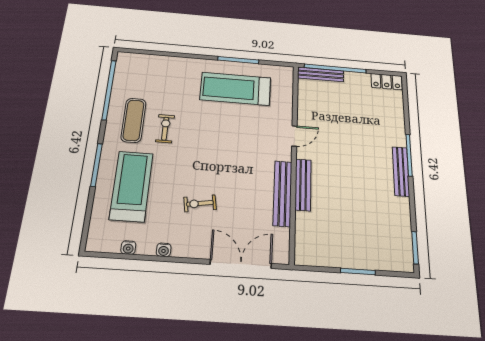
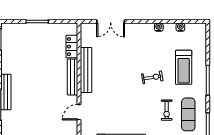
treadmill: (131, 186) -> (184, 67), width x0.73, depth x0.73
exercise bike: (200, 203) -> (152, 77), moved
locker: (304, 229) -> (72, 47), added
double door: (241, 264) -> (111, 21), width x0.73

